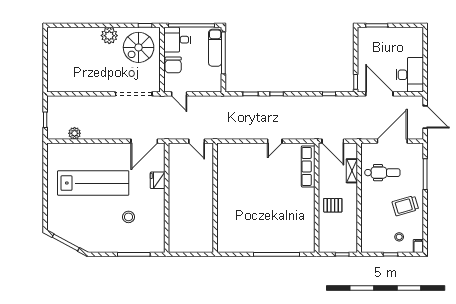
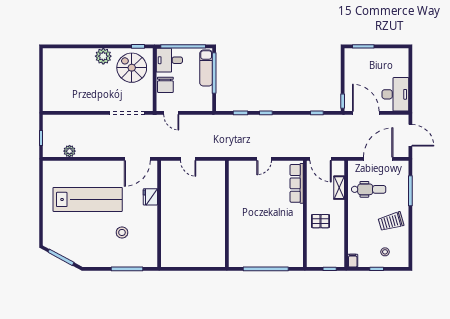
spiral stairs: (139, 47) -> (132, 68), turned 90
wall: (215, 198) -> (227, 214), moved
filing cabinet: (418, 246) -> (353, 261), moved

